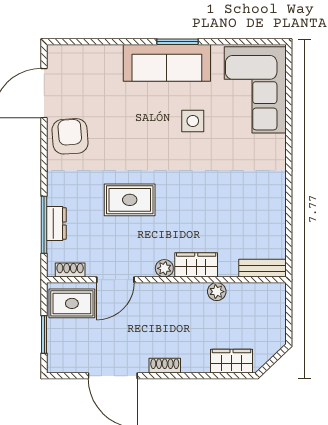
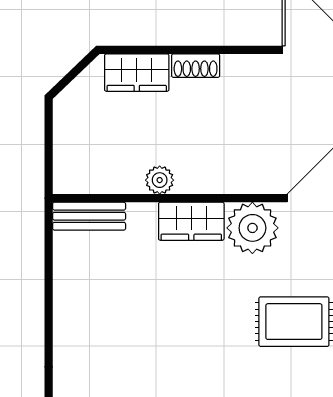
plant: (164, 268) -> (252, 228), width x1.88, depth x1.88
shoe rack: (165, 366) -> (196, 66), moved

